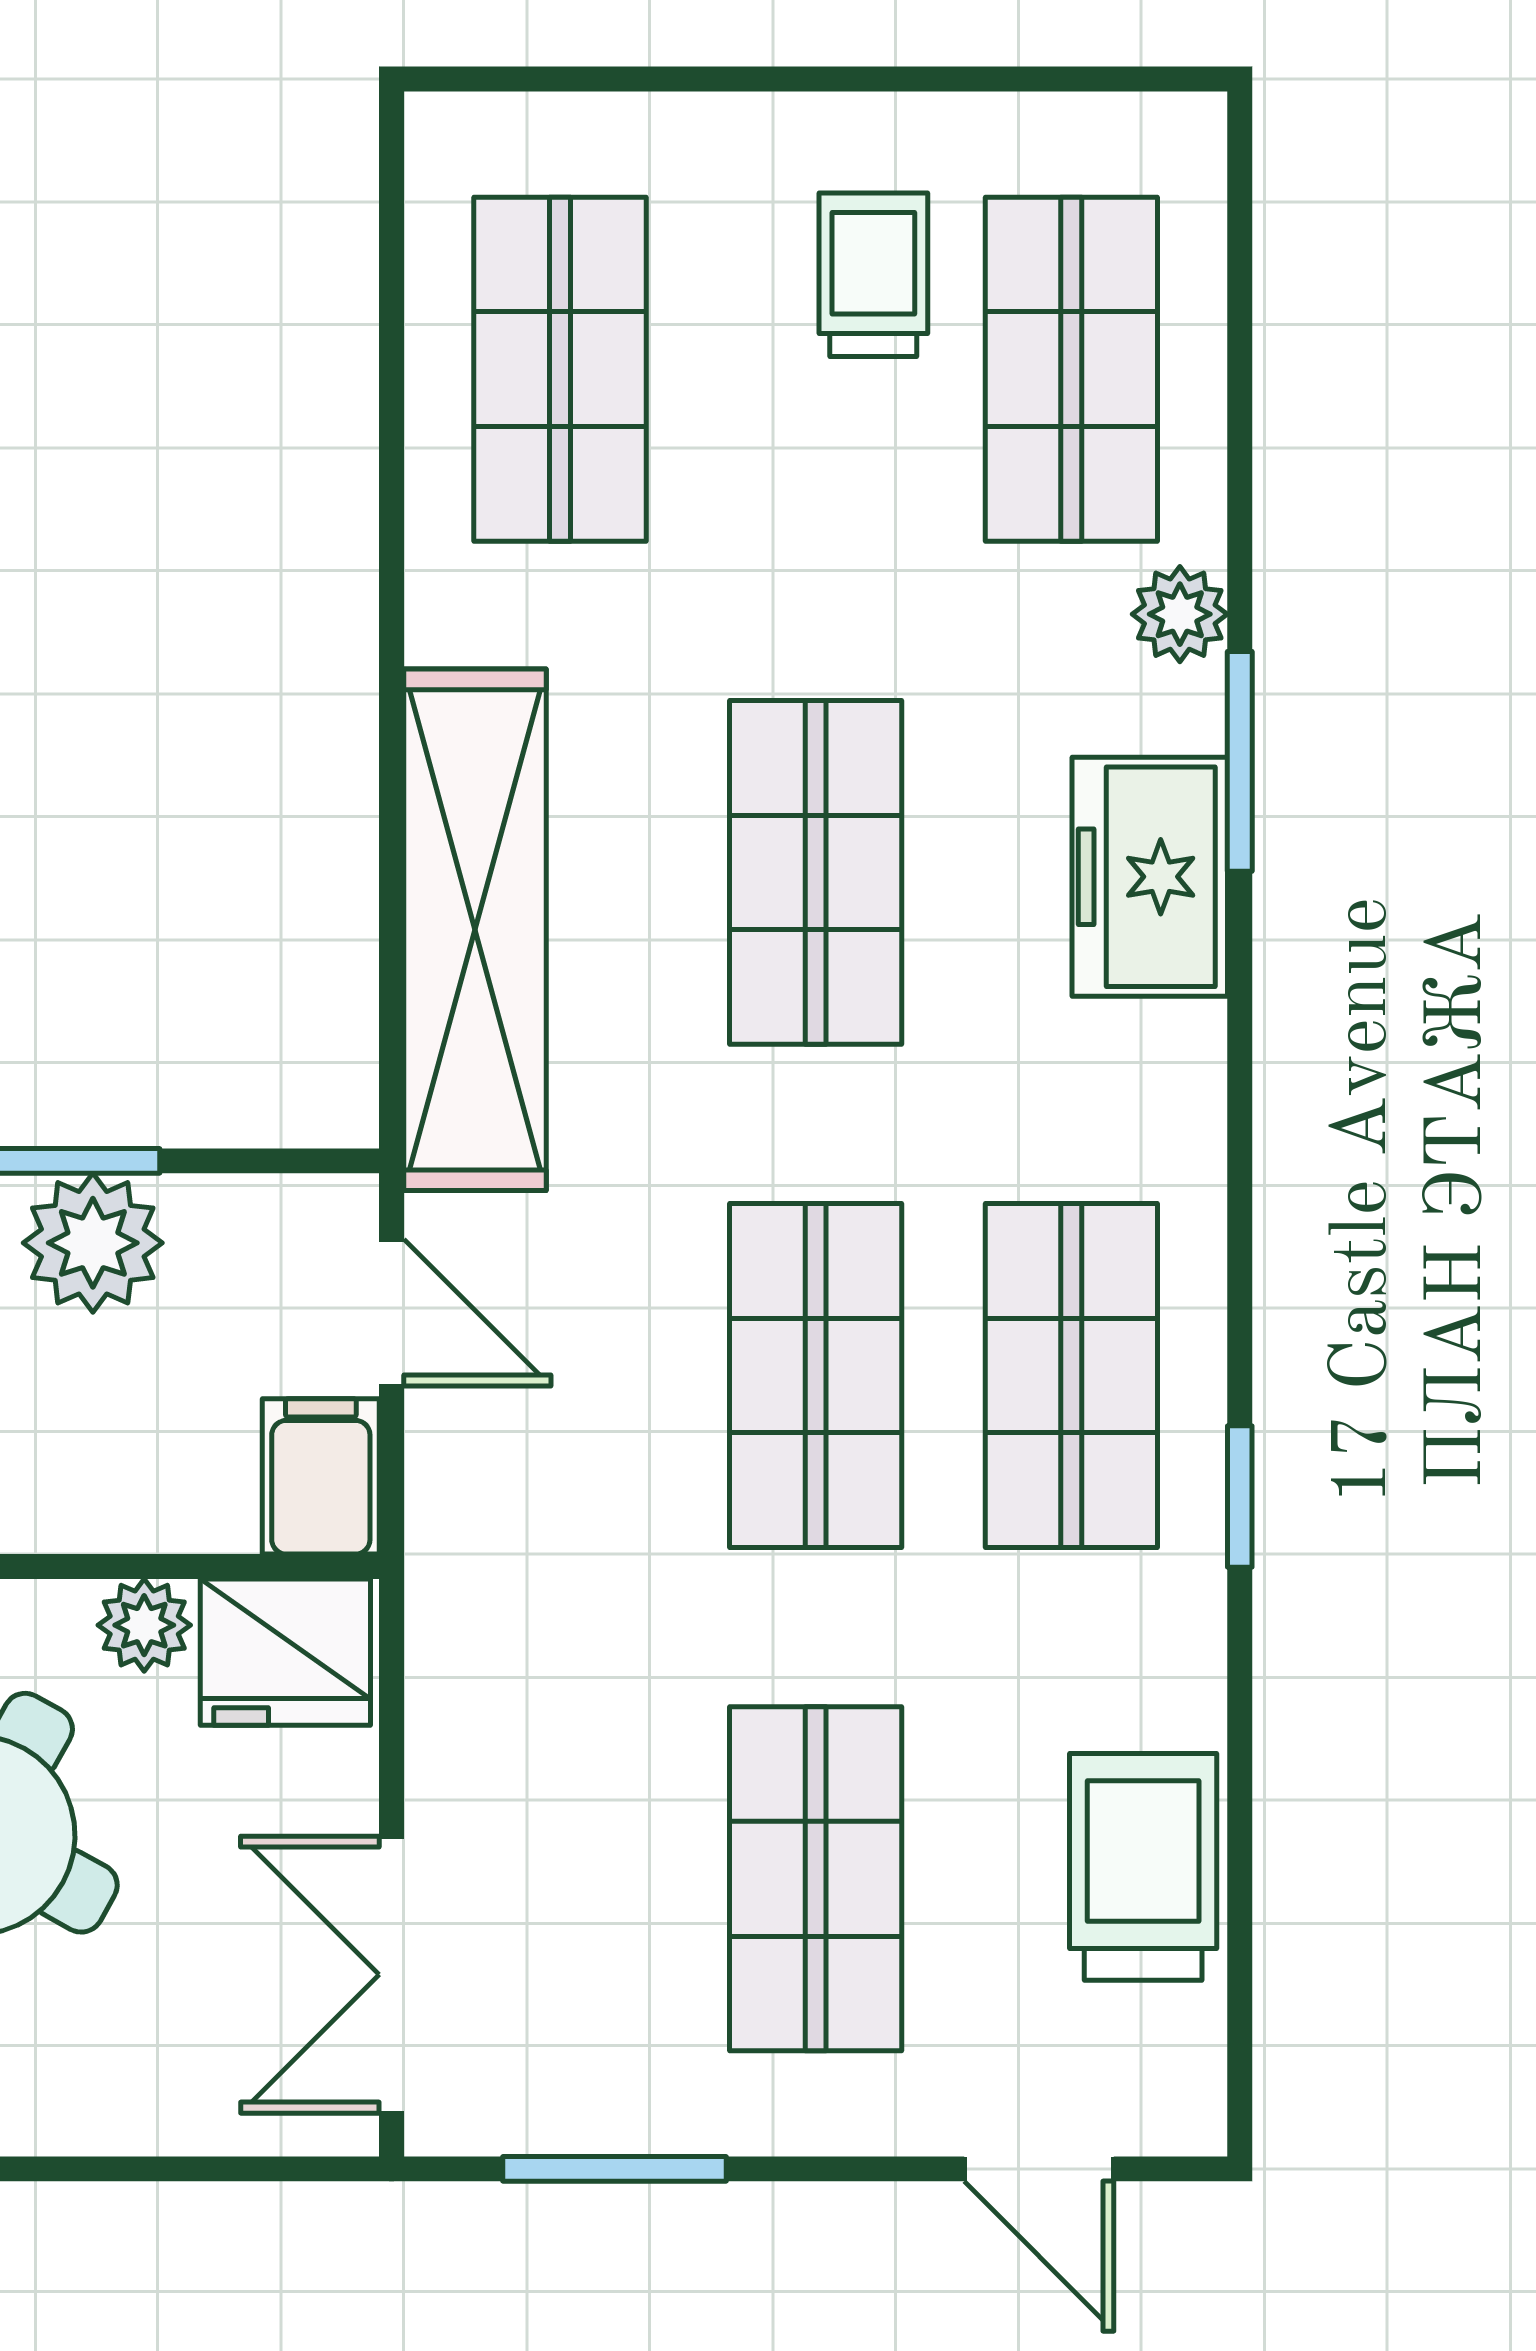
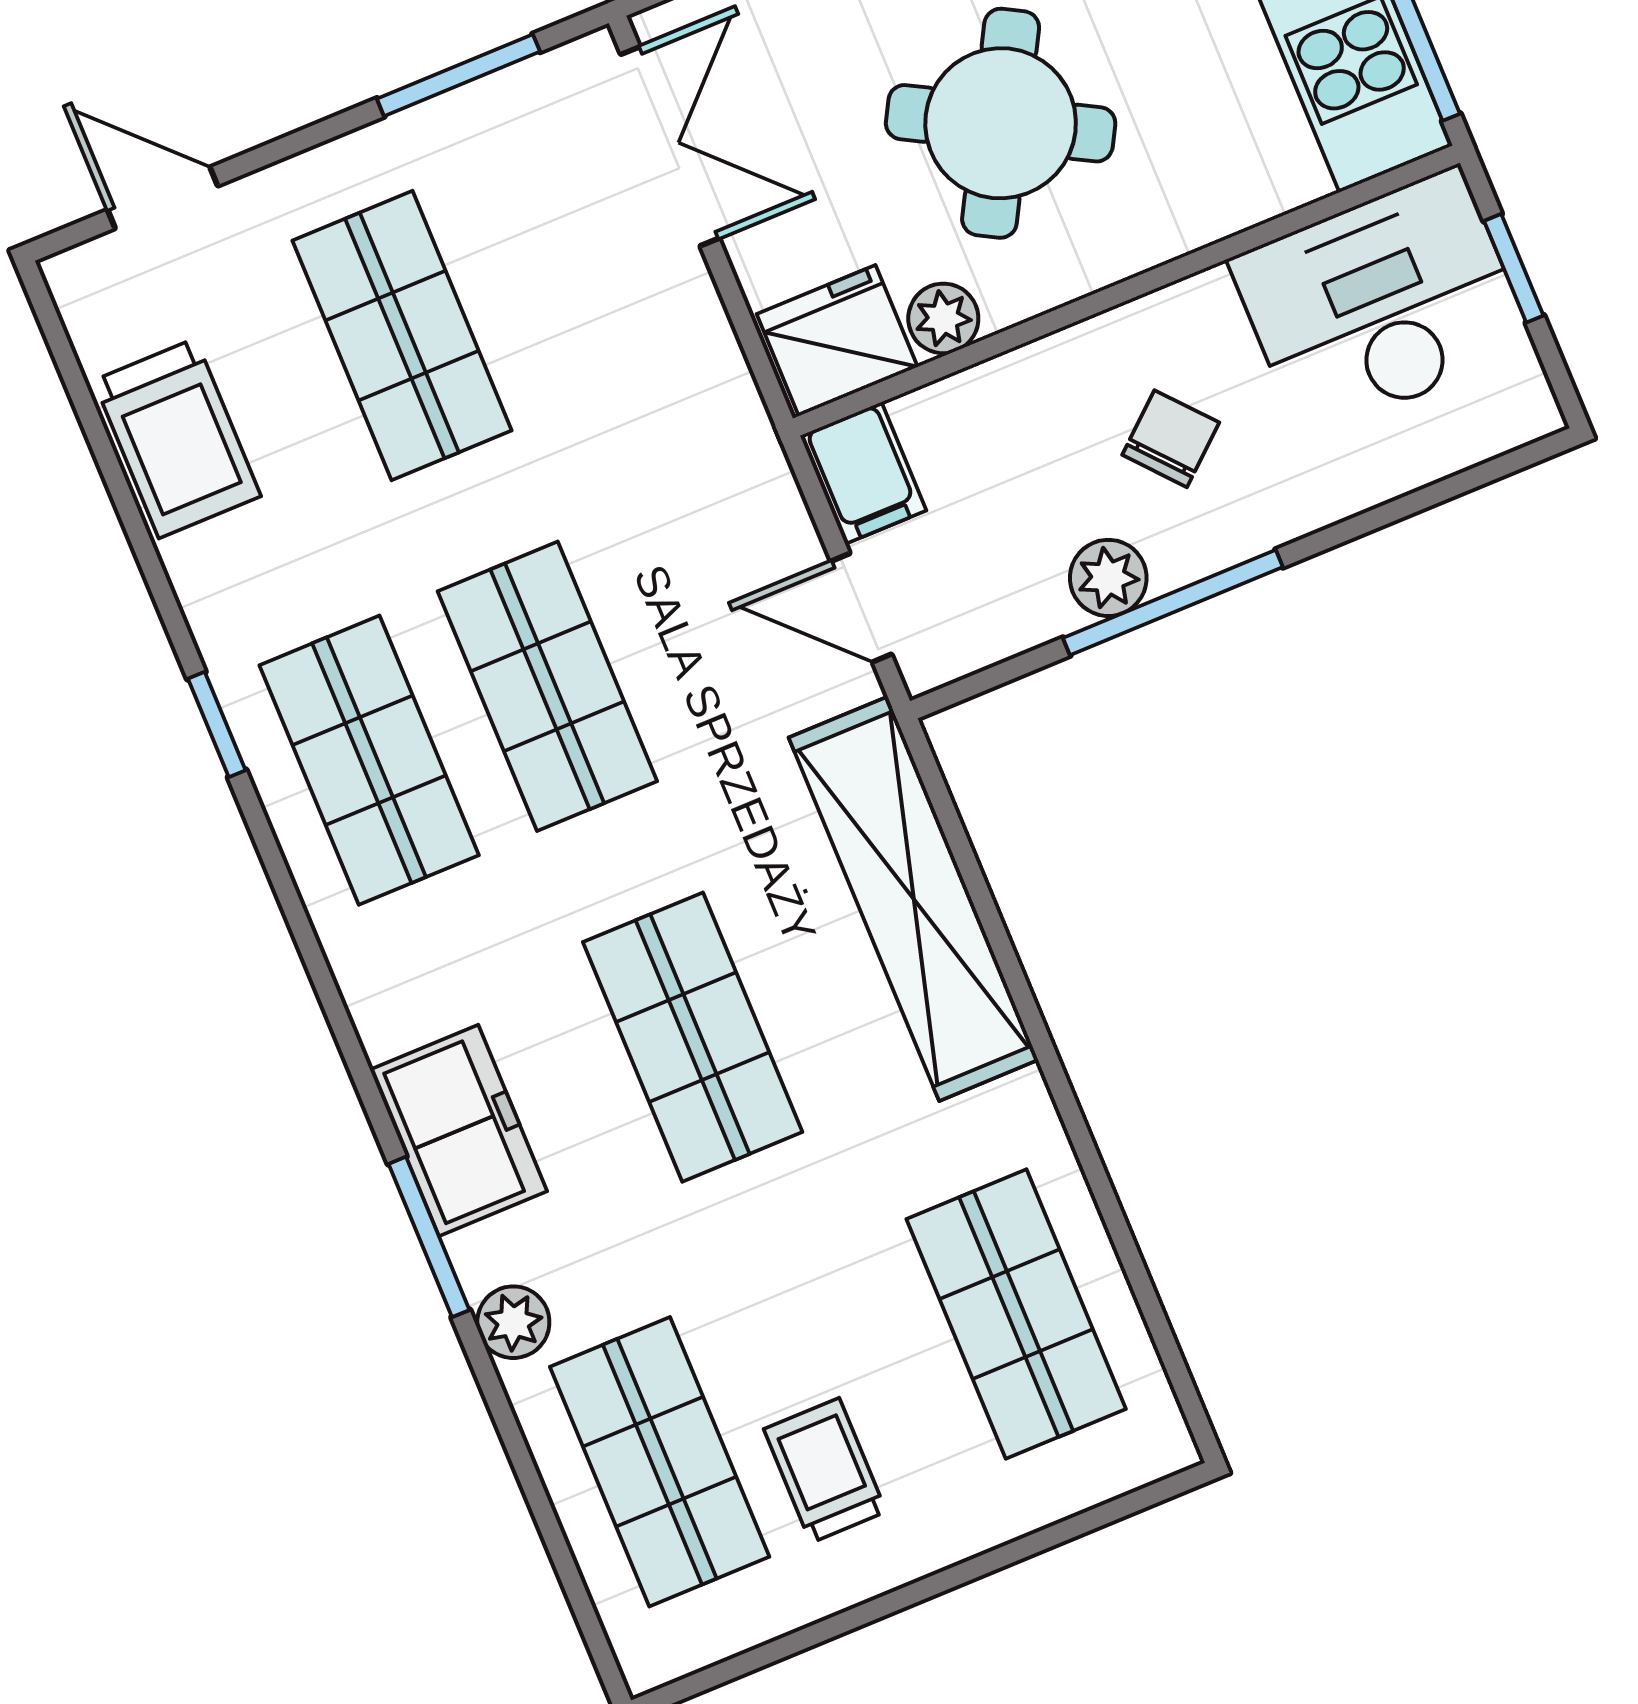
trolley: (873, 275) -> (825, 1470), turned 180
plant: (93, 1243) -> (1108, 578), width x0.73, depth x0.73

